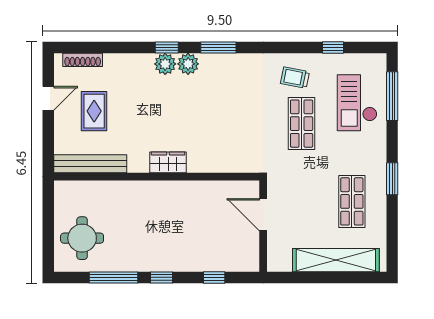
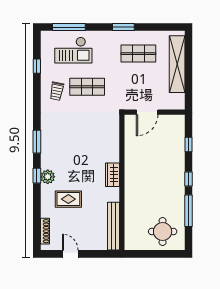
plant: (188, 64) -> (48, 162), removed
rug: (94, 111) -> (68, 199), moved

